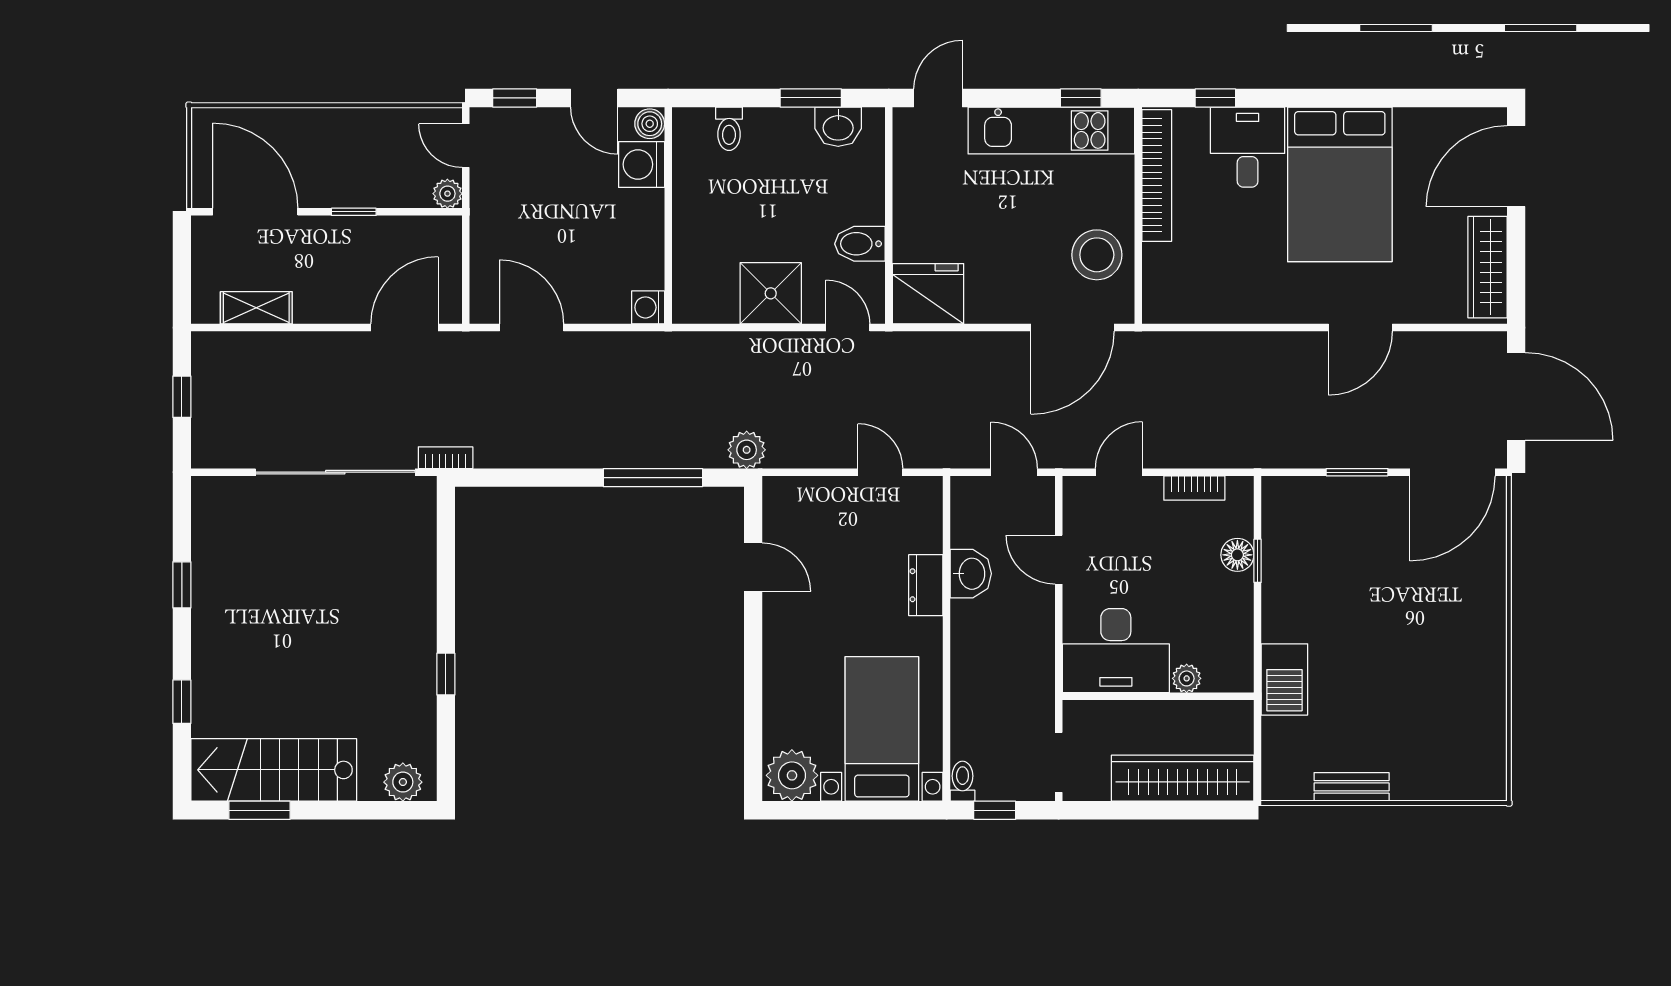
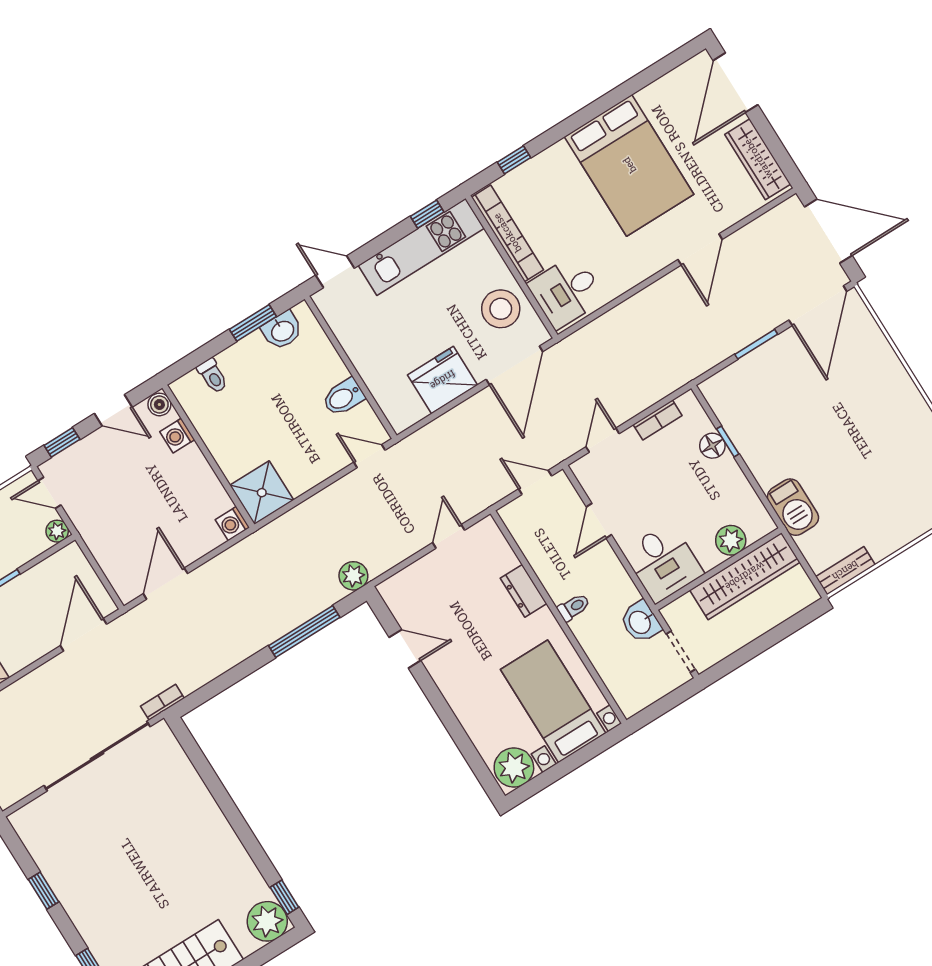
door: (938, 98) -> (335, 272), hinge flipped
desk: (1248, 147) -> (566, 292), moved, turned -90
washing machine: (642, 164) -> (177, 436), width x0.73, depth x0.73
shower: (771, 293) -> (262, 493), moved
fridge: (928, 294) -> (443, 380), moved
door: (532, 328) -> (165, 584), hinge flipped
door: (880, 472) -> (449, 536), hinge flipped
door: (1059, 560) -> (599, 521), hinge flipped
washbasin: (971, 574) -> (640, 622), moved, turned 180
desk: (1116, 651) -> (663, 562), width x0.73
window: (446, 674) -> (284, 897), moved
plant: (1187, 678) -> (731, 540), width x1.38, depth x1.38
wardrobe: (1183, 778) -> (745, 576), moved, turned 180
toilet: (963, 781) -> (574, 607), moved, turned 90
plant: (403, 782) -> (267, 921), width x1.36, depth x1.36
bench: (1352, 787) -> (845, 571), moved
window: (995, 810) -> (659, 708), removed

